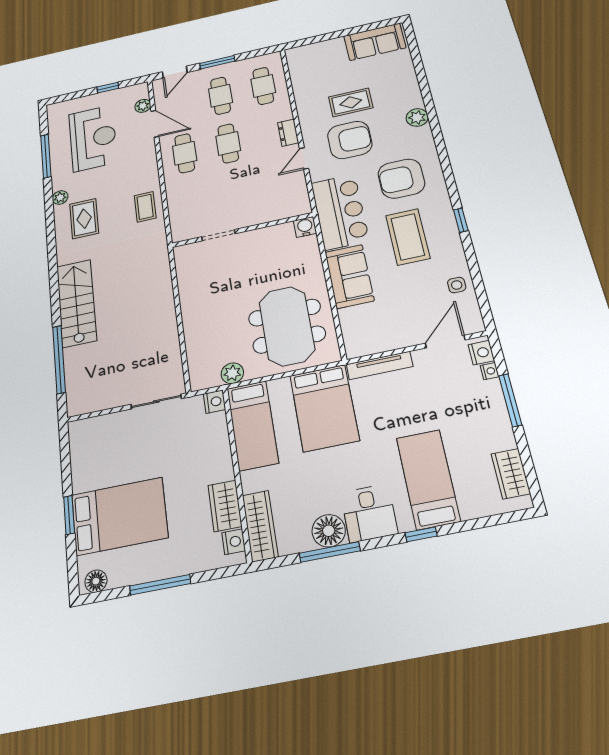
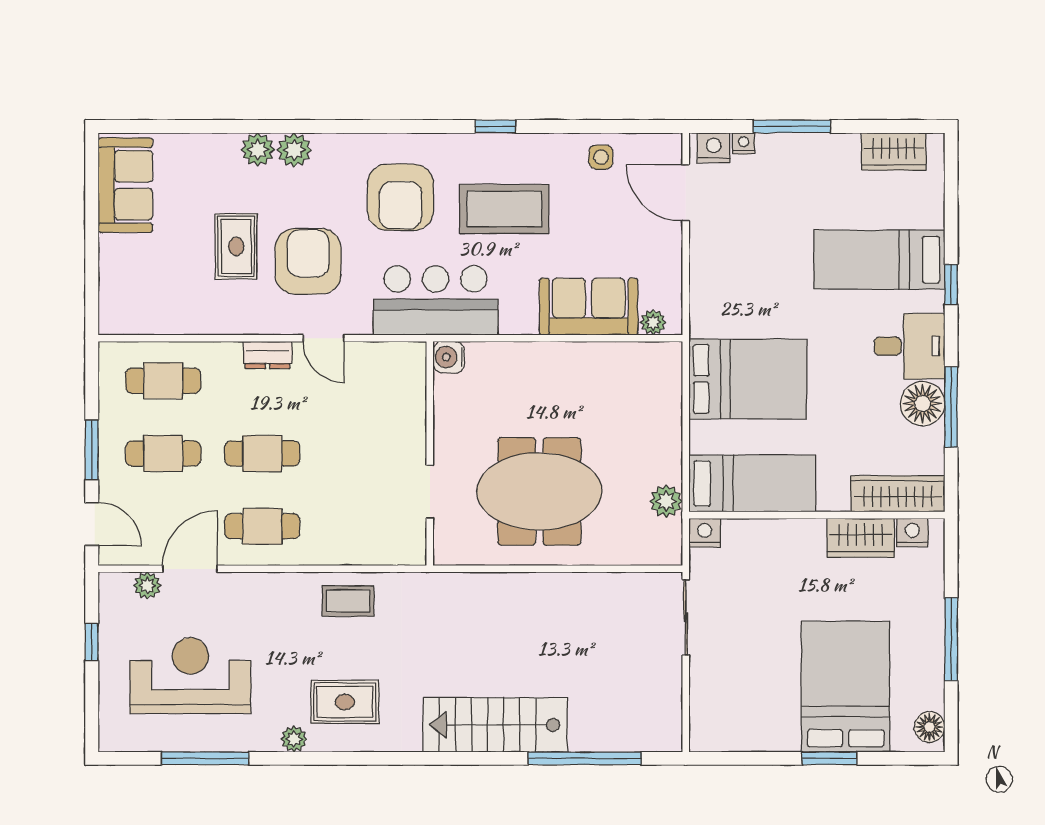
plant: (413, 99) -> (258, 150), added
sofa: (349, 276) -> (589, 307), moved
meeting table: (287, 326) -> (539, 491), moved
plant: (352, 340) -> (653, 322), added
tv unit: (380, 365) -> (701, 291), removed

